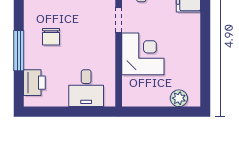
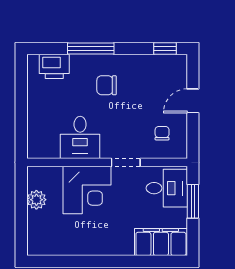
desk: (86, 88) -> (80, 137), moved, turned -90
plant: (179, 98) -> (36, 200), moved

